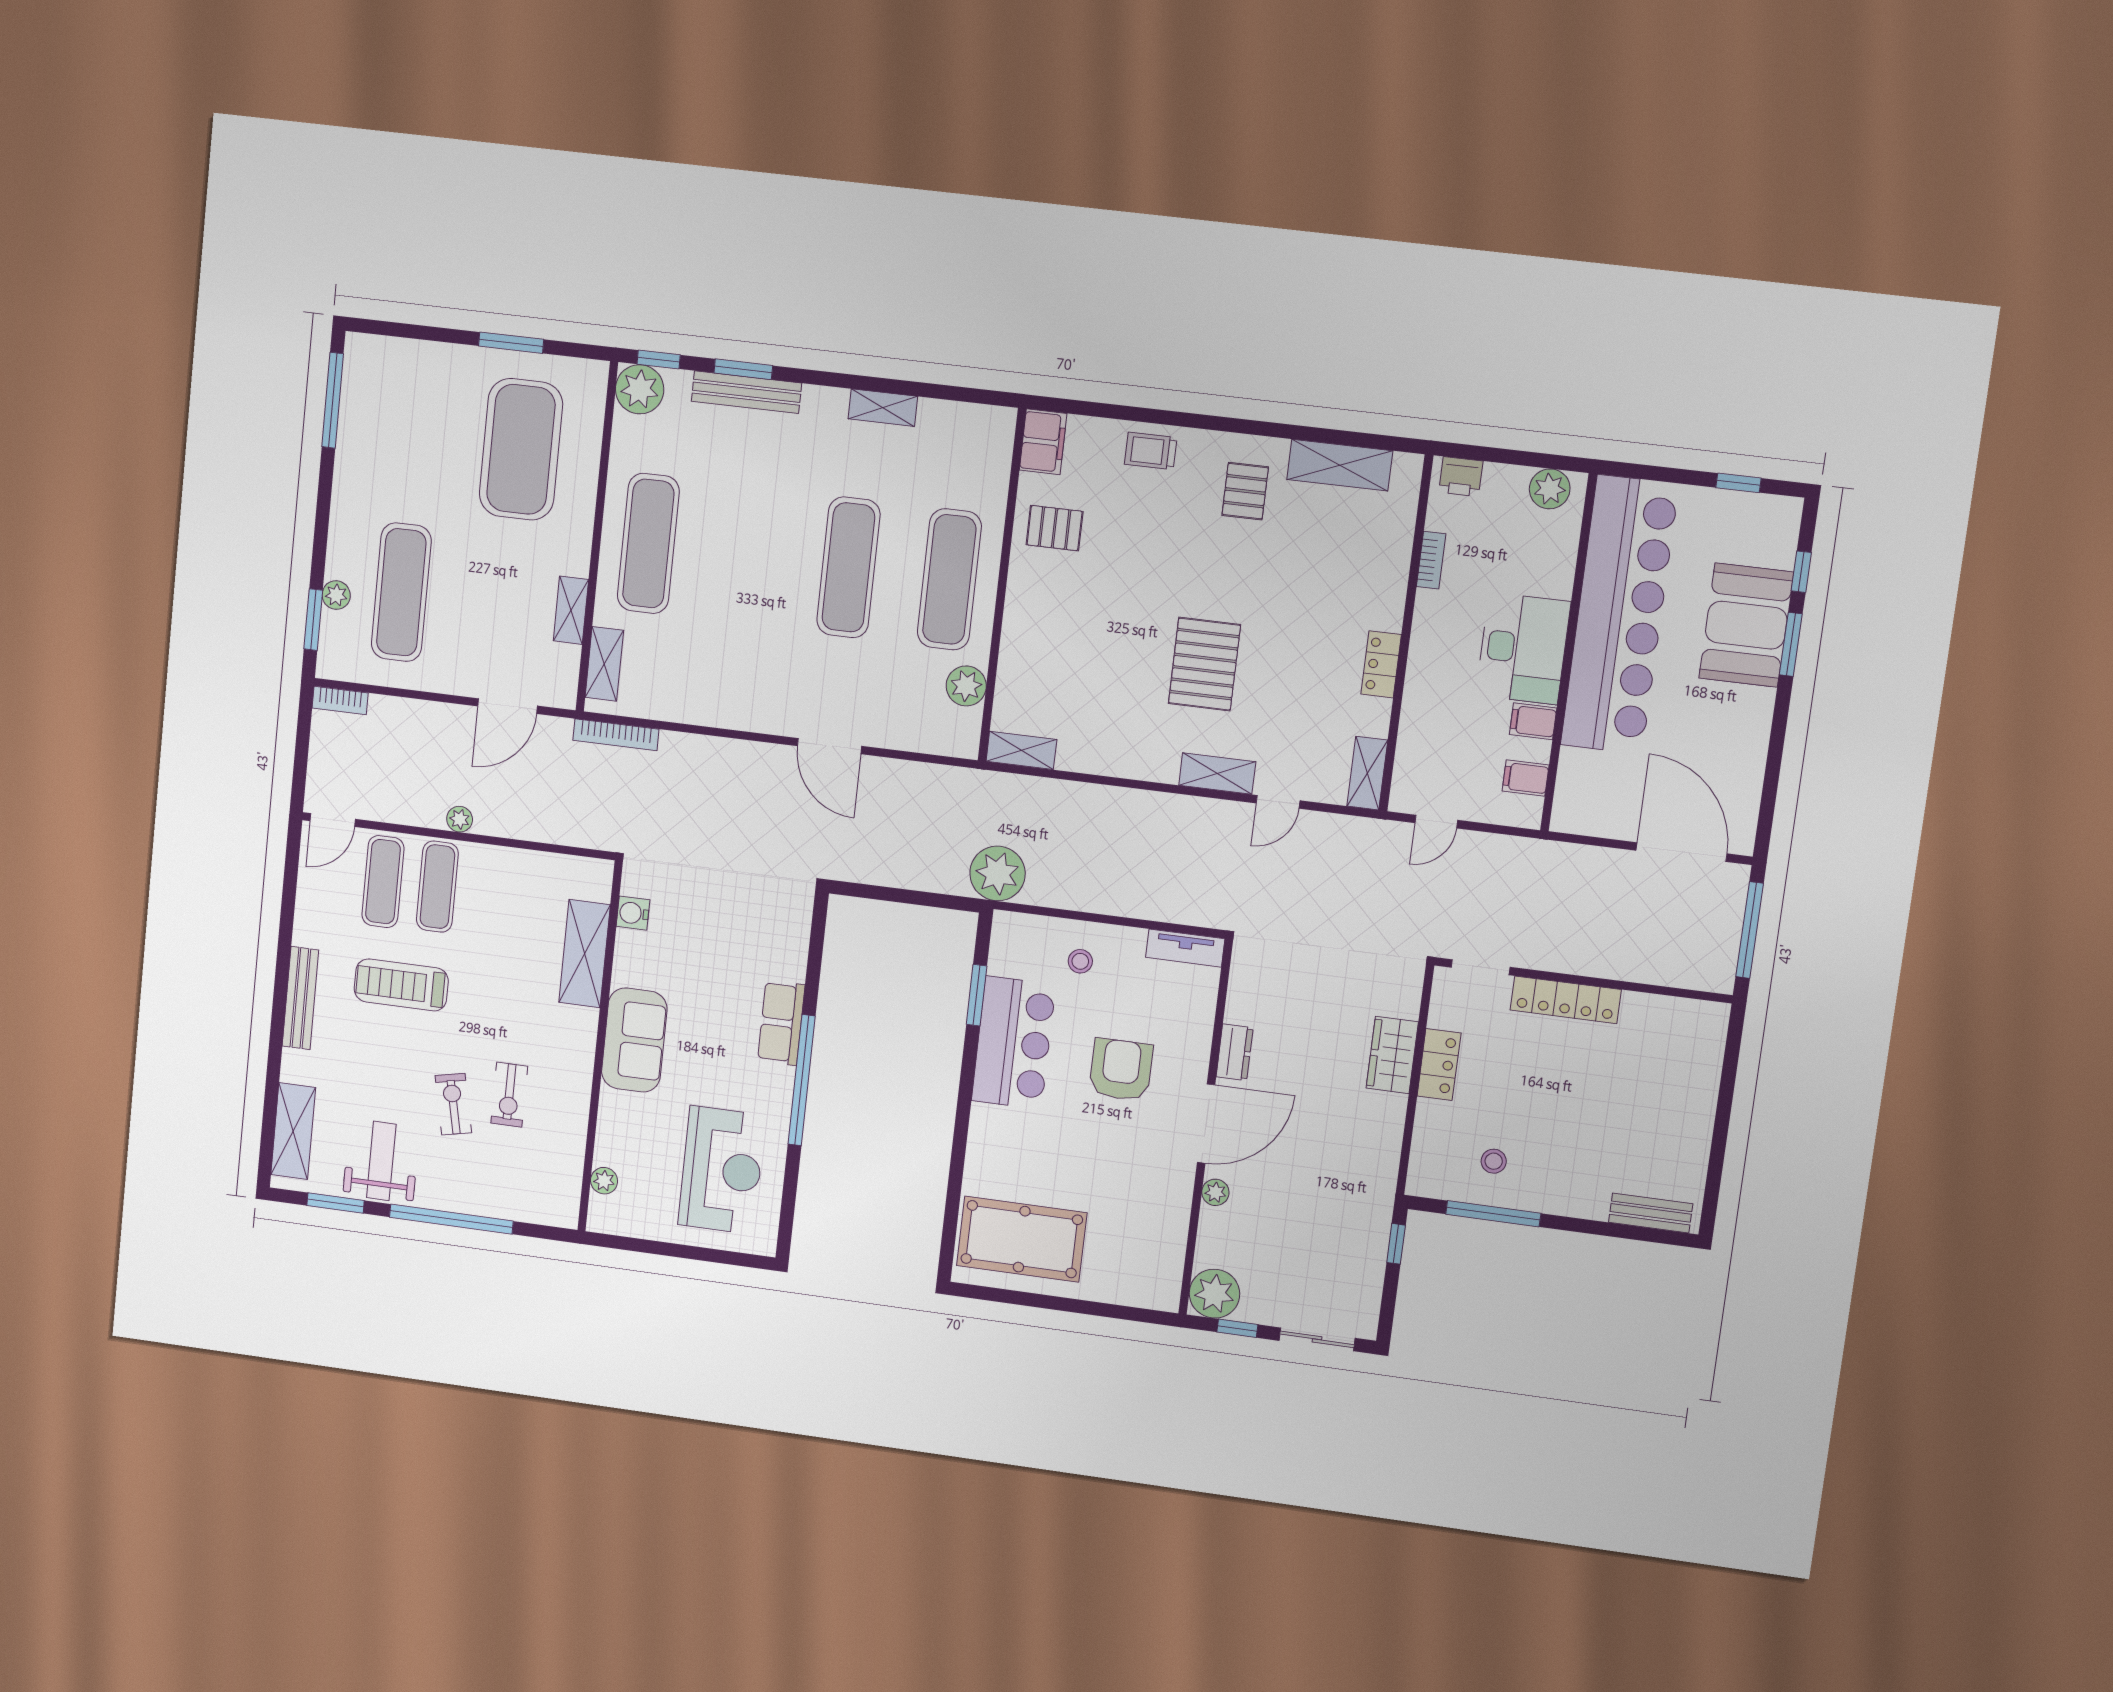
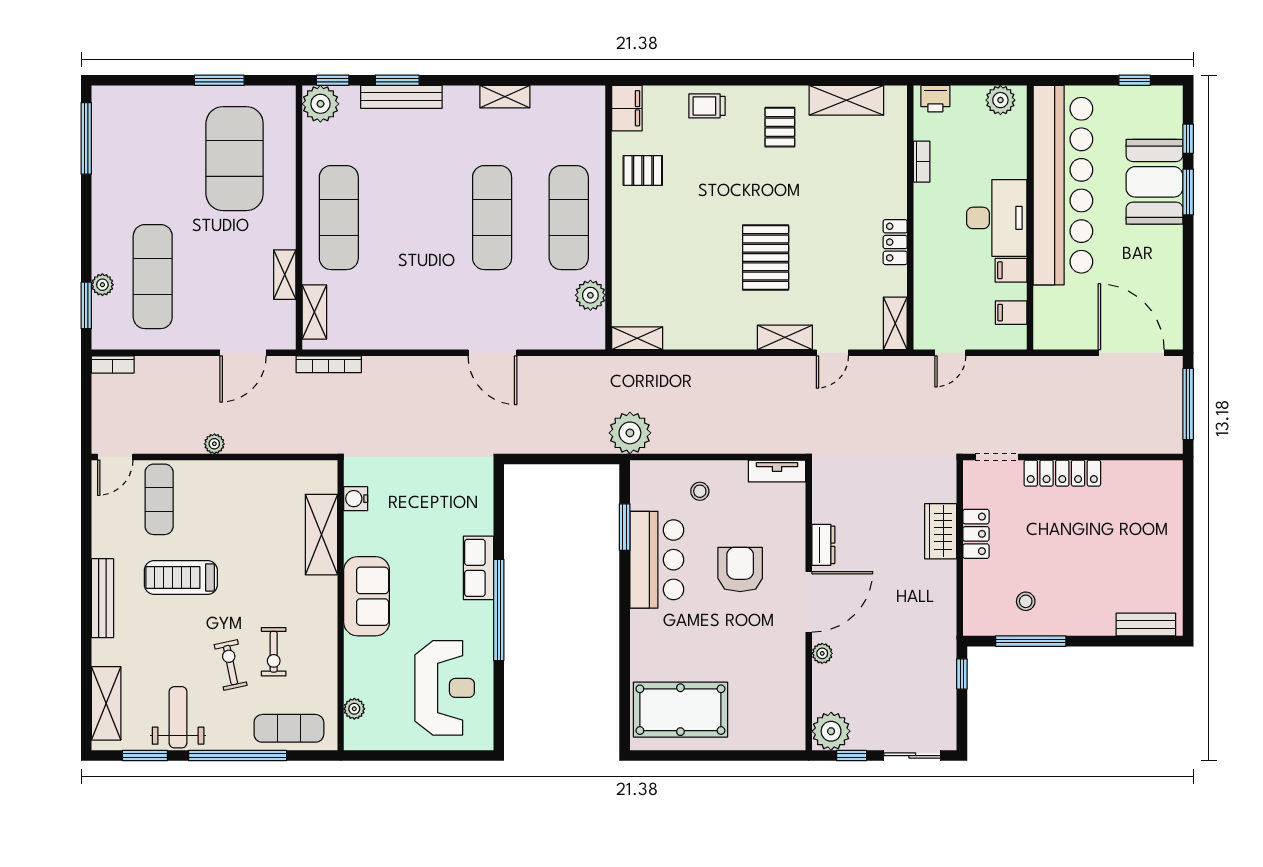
exercise mat: (437, 887) -> (289, 728), moved, turned 90

